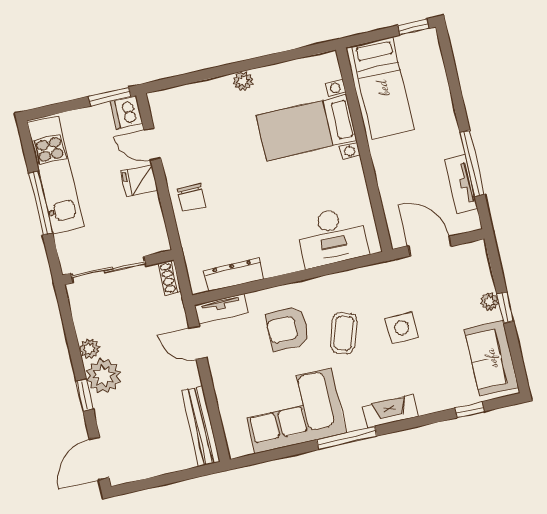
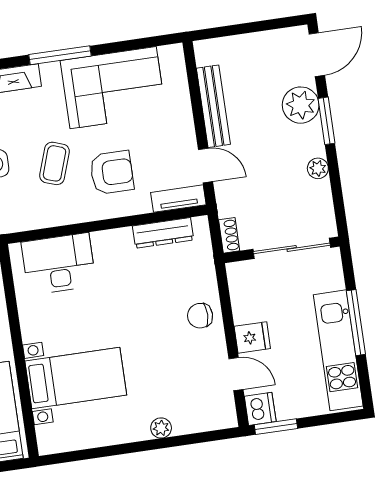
plant: (243, 81) -> (161, 428), moved
chair: (192, 198) -> (200, 316), turned -90
plant: (103, 376) -> (301, 105), moved
window: (85, 395) -> (327, 121), width x1.50
bench: (201, 426) -> (213, 106), moved

